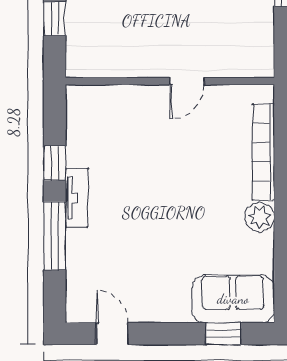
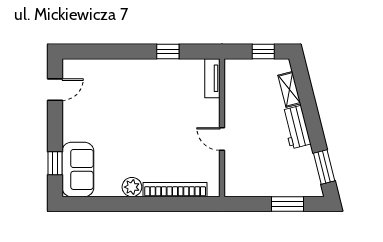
tv unit: (77, 198) -> (212, 78), moved, turned 90
window: (55, 236) -> (120, 52), removed

